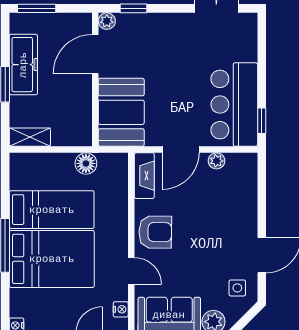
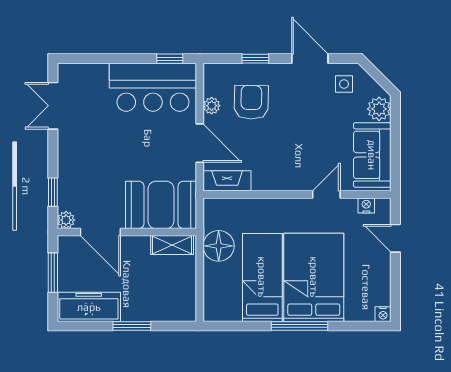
window: (37, 8) -> (53, 273), moved
freezer: (23, 65) -> (89, 307), moved
shelving: (30, 137) -> (172, 245), moved, turned 90
floor lamp: (86, 163) -> (219, 246), width x1.38, depth x1.38
window: (262, 203) -> (255, 59), added
armchair: (155, 232) -> (251, 102), moved

